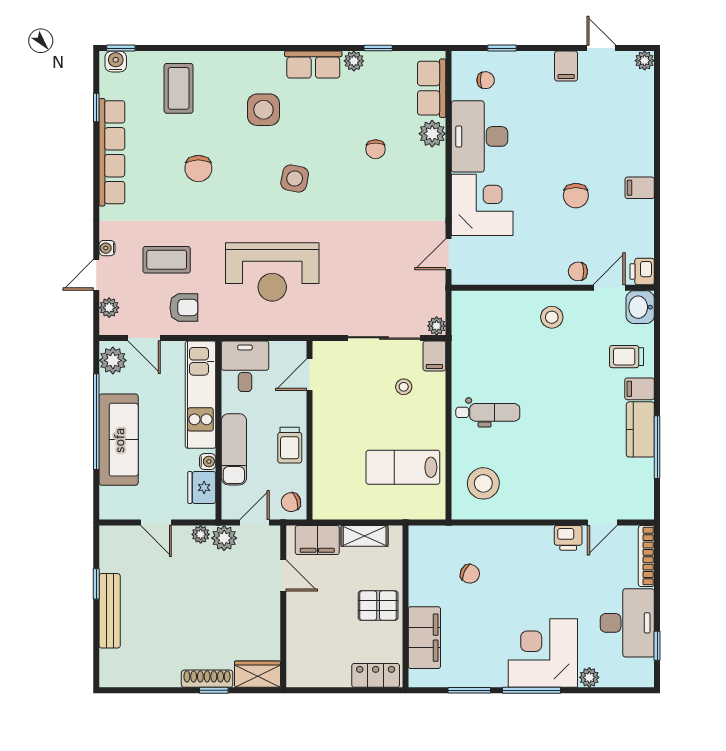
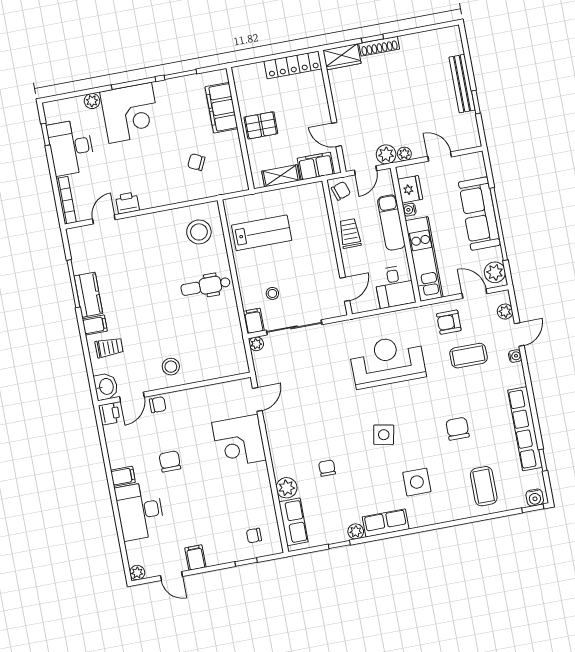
desk: (480, 136) -> (140, 511), moved, turned 180
locker: (376, 675) -> (293, 65), moved, width x1.53

